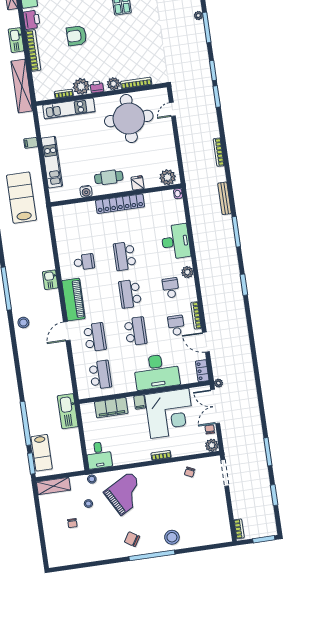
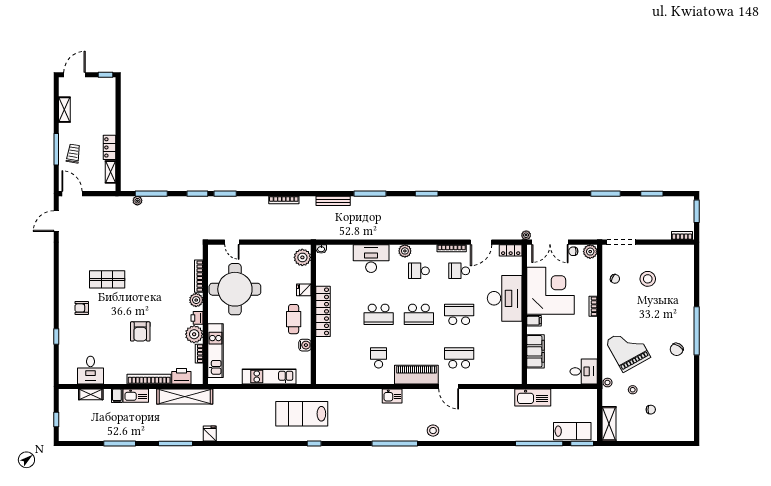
printer: (32, 20) -> (181, 376), moved
filing cabinet: (31, 143) -> (117, 396), moved
school desk: (100, 375) -> (499, 358), removed
stool: (172, 537) -> (648, 279), moved

